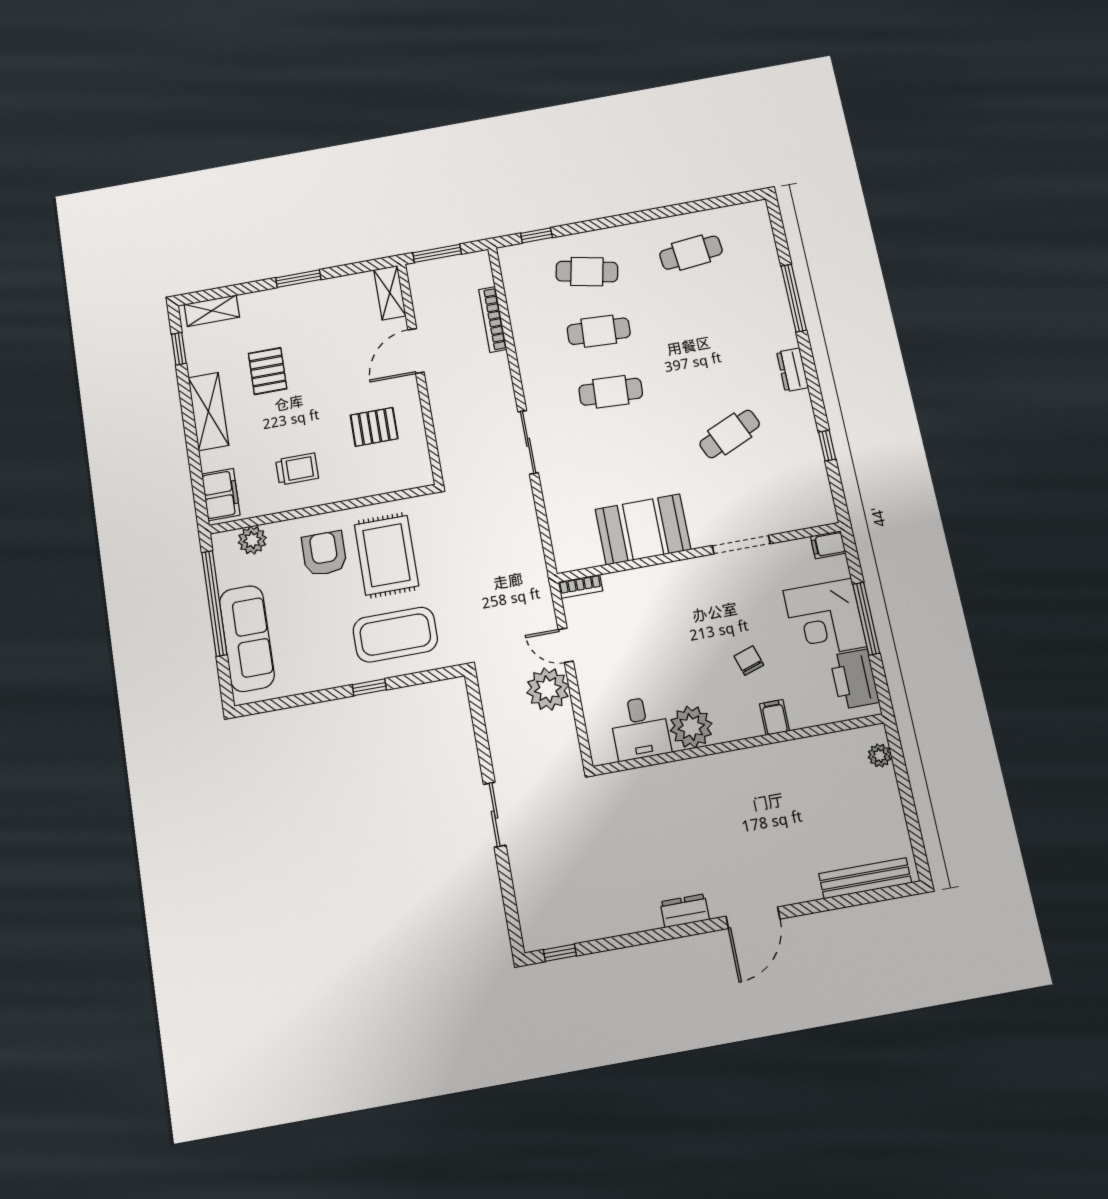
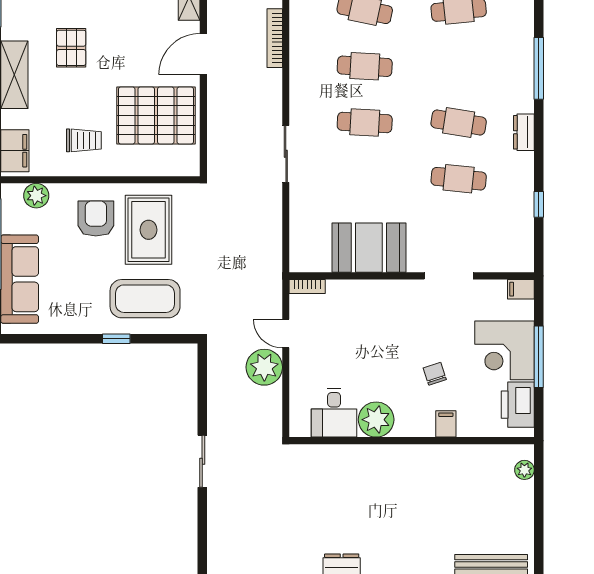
cafe table: (717, 372) -> (459, 122), added
pallet: (374, 427) -> (156, 116), width x2.05, depth x2.00
cafe table: (730, 434) -> (459, 179), turned 30

